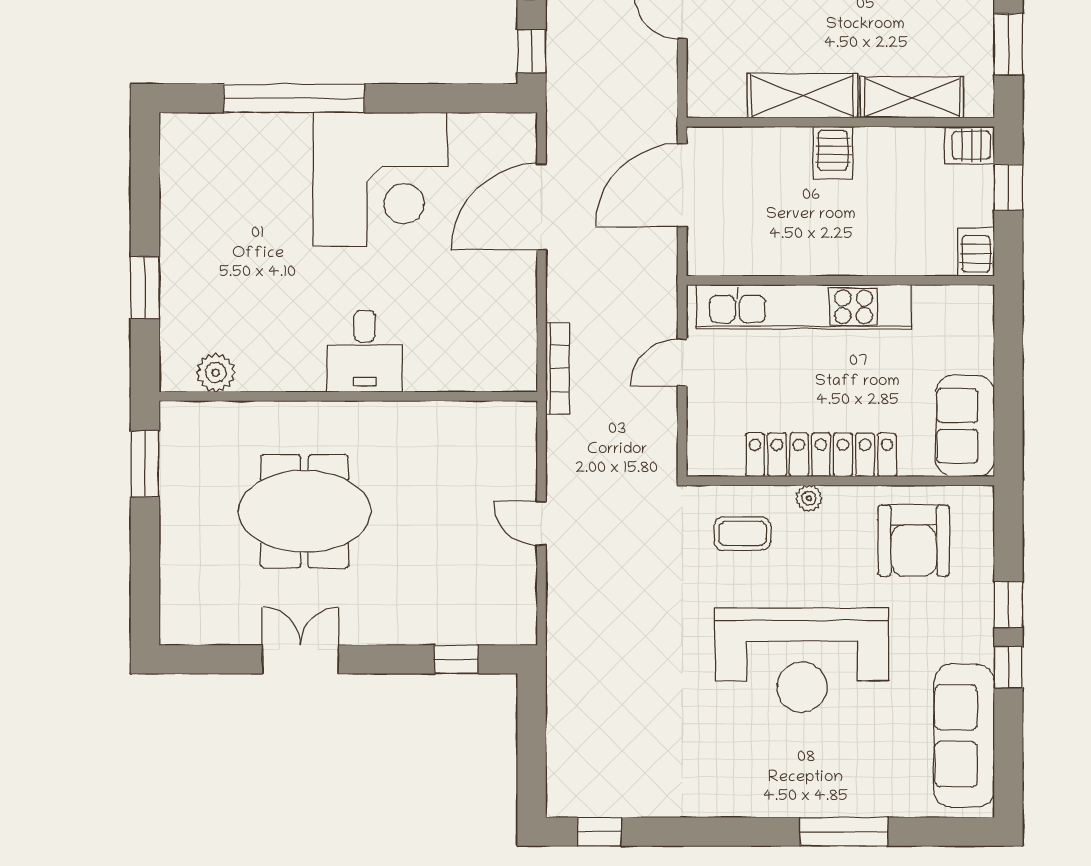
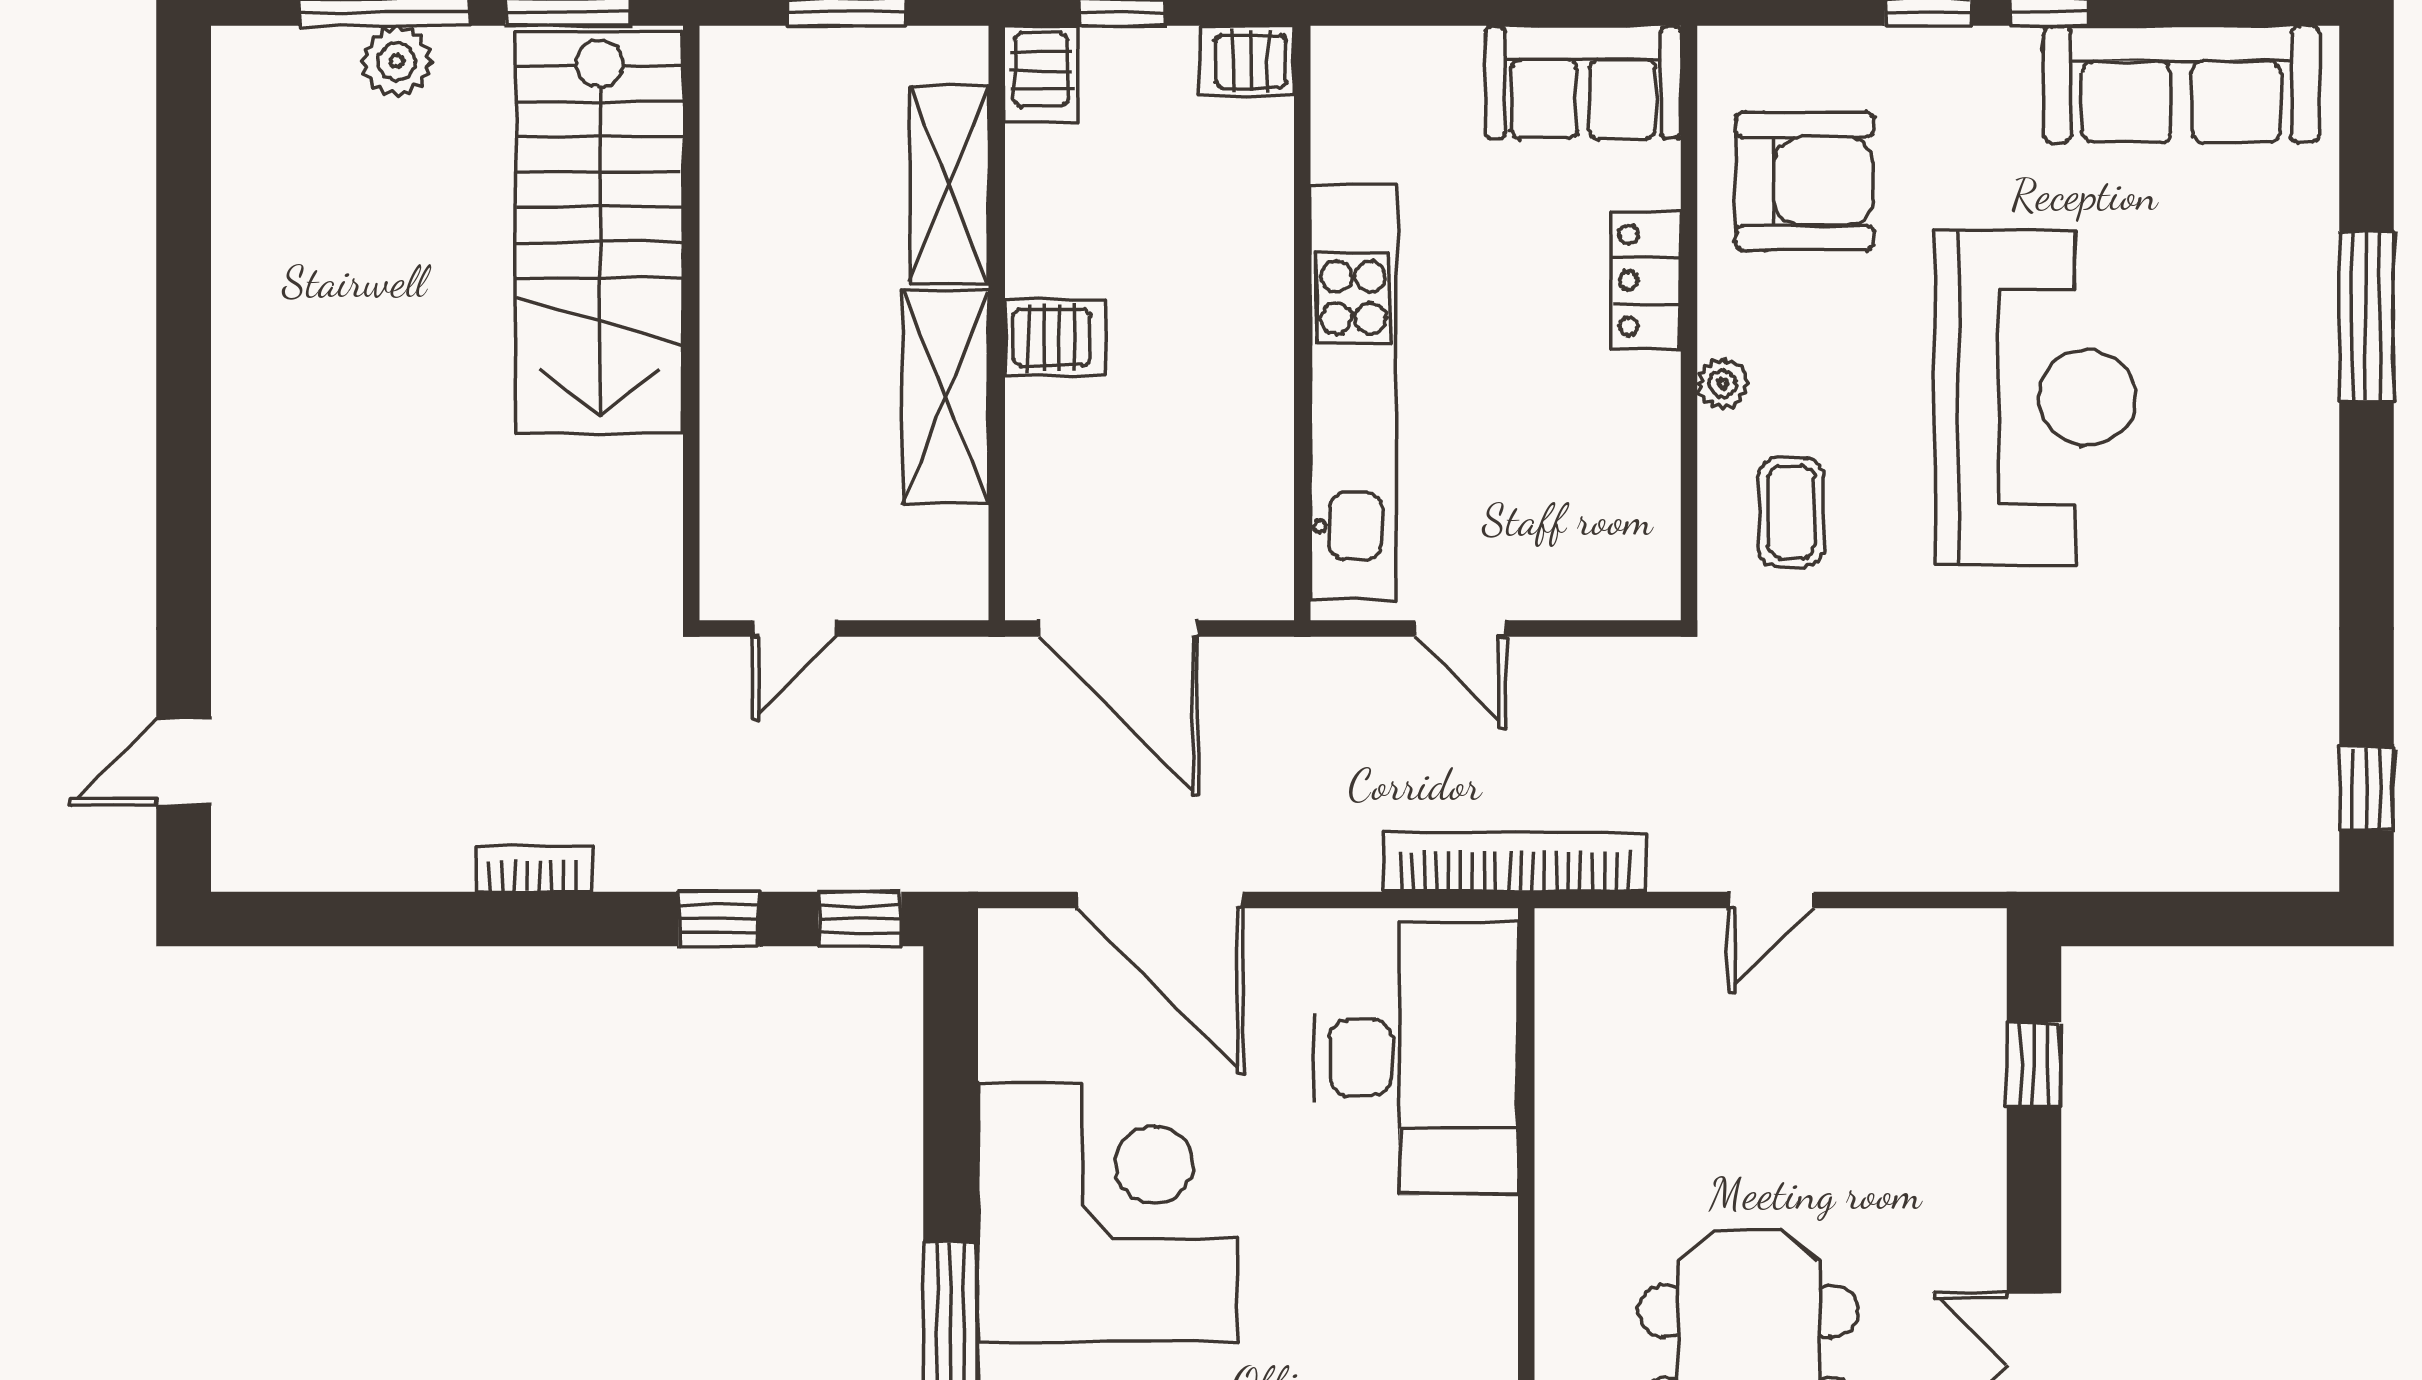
desk: (365, 351) -> (1416, 1058), moved, width x1.87, depth x1.30
bookcase: (557, 368) -> (1515, 862), width x1.48, depth x1.31
locker: (821, 455) -> (1646, 281), width x0.46, depth x0.83

